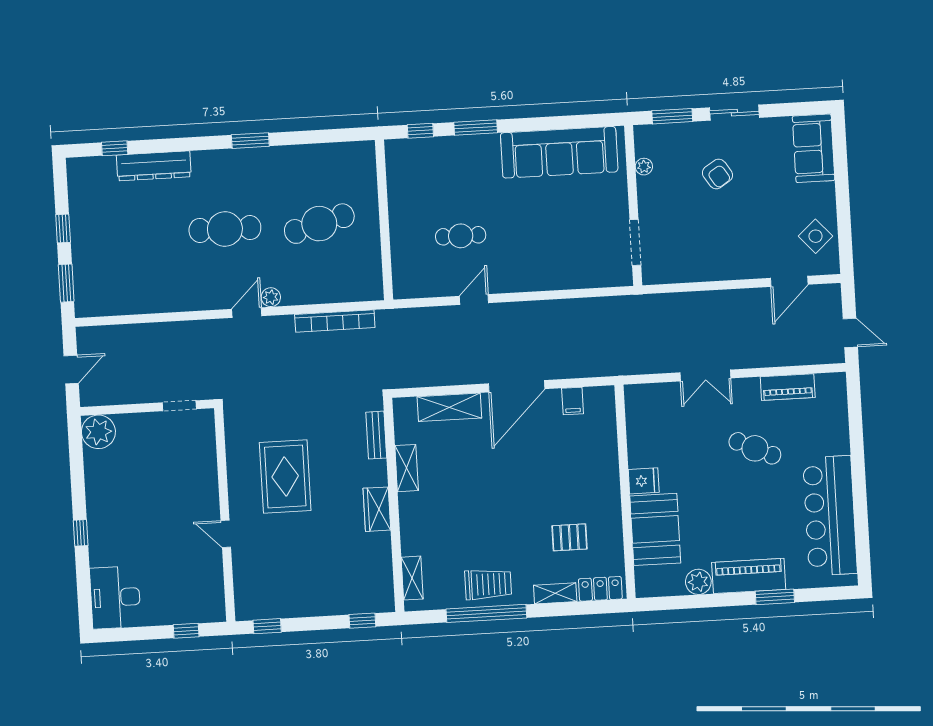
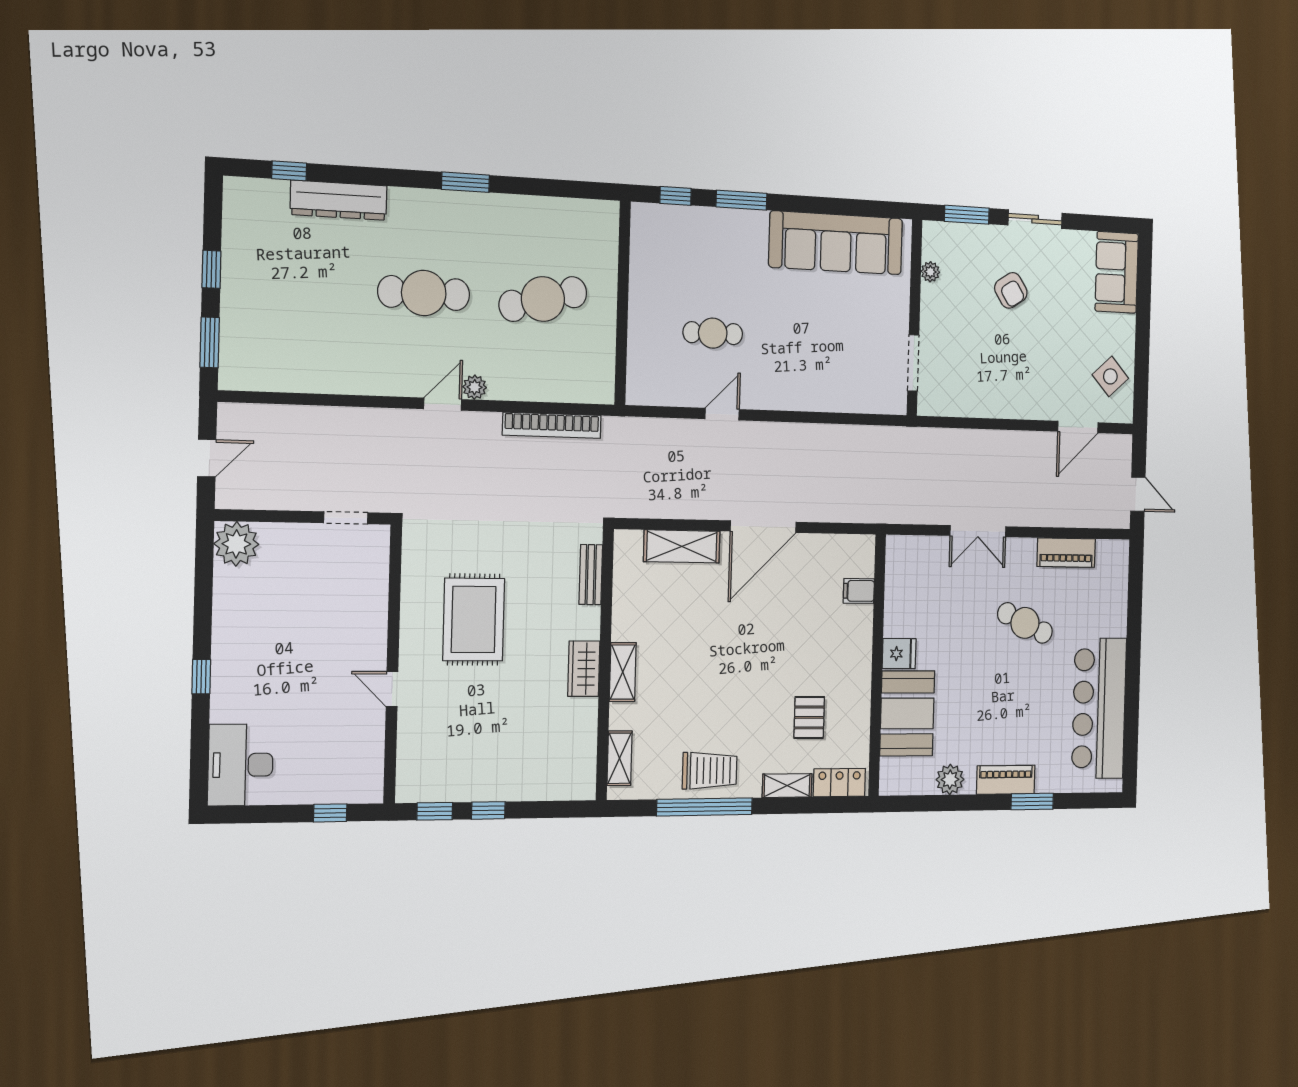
filing cabinet: (573, 401) -> (859, 591), moved, turned 90
shelving: (407, 468) -> (623, 672), moved
pallet: (570, 537) -> (809, 717), turned 90
piano: (749, 576) -> (1006, 780), width x0.73, depth x0.75
window: (362, 621) -> (488, 810), moved

